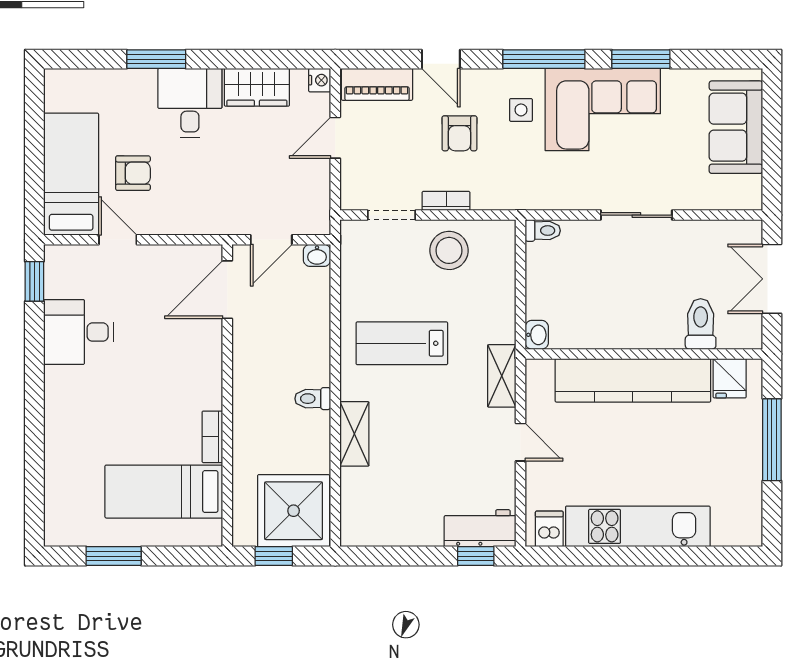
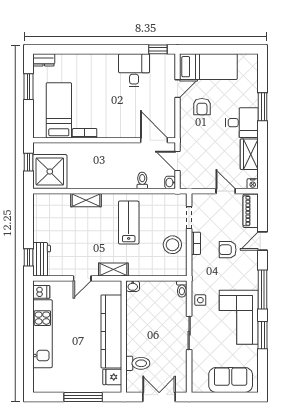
side table: (521, 110) -> (200, 300), moved
armchair: (133, 173) -> (202, 107), moved
toilet: (313, 399) -> (142, 181), moved
dresser: (57, 524) -> (44, 60), added

